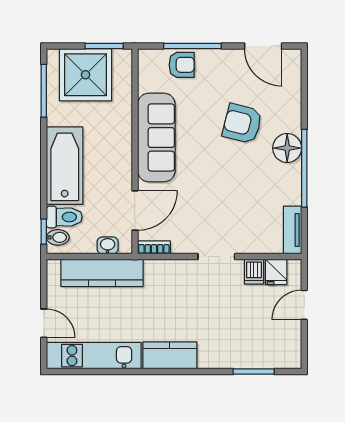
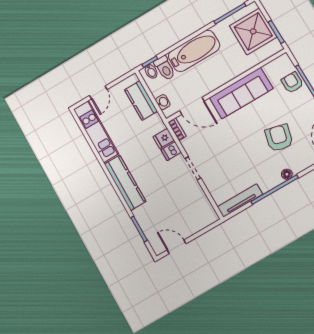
armchair: (182, 65) -> (292, 83), turned 180
floor lamp: (287, 148) -> (287, 174), width x0.53, depth x0.53
tv unit: (293, 230) -> (240, 201), width x1.41
dishwasher: (254, 272) -> (171, 151), moved
fridge: (276, 272) -> (164, 138), moved
kitchen counter: (102, 273) -> (141, 101), width x0.67
door: (304, 305) -> (177, 247), moved
kitchen counter: (170, 355) -> (125, 183), width x1.50

